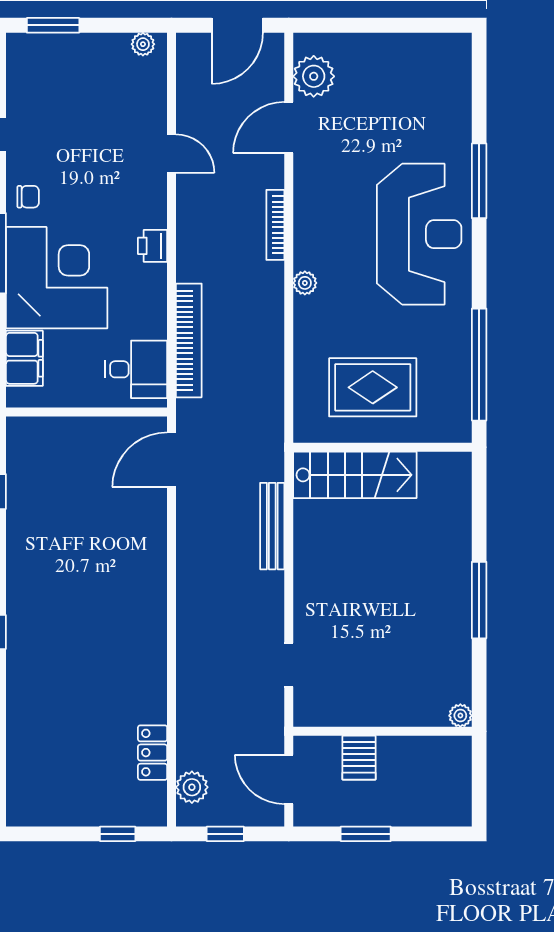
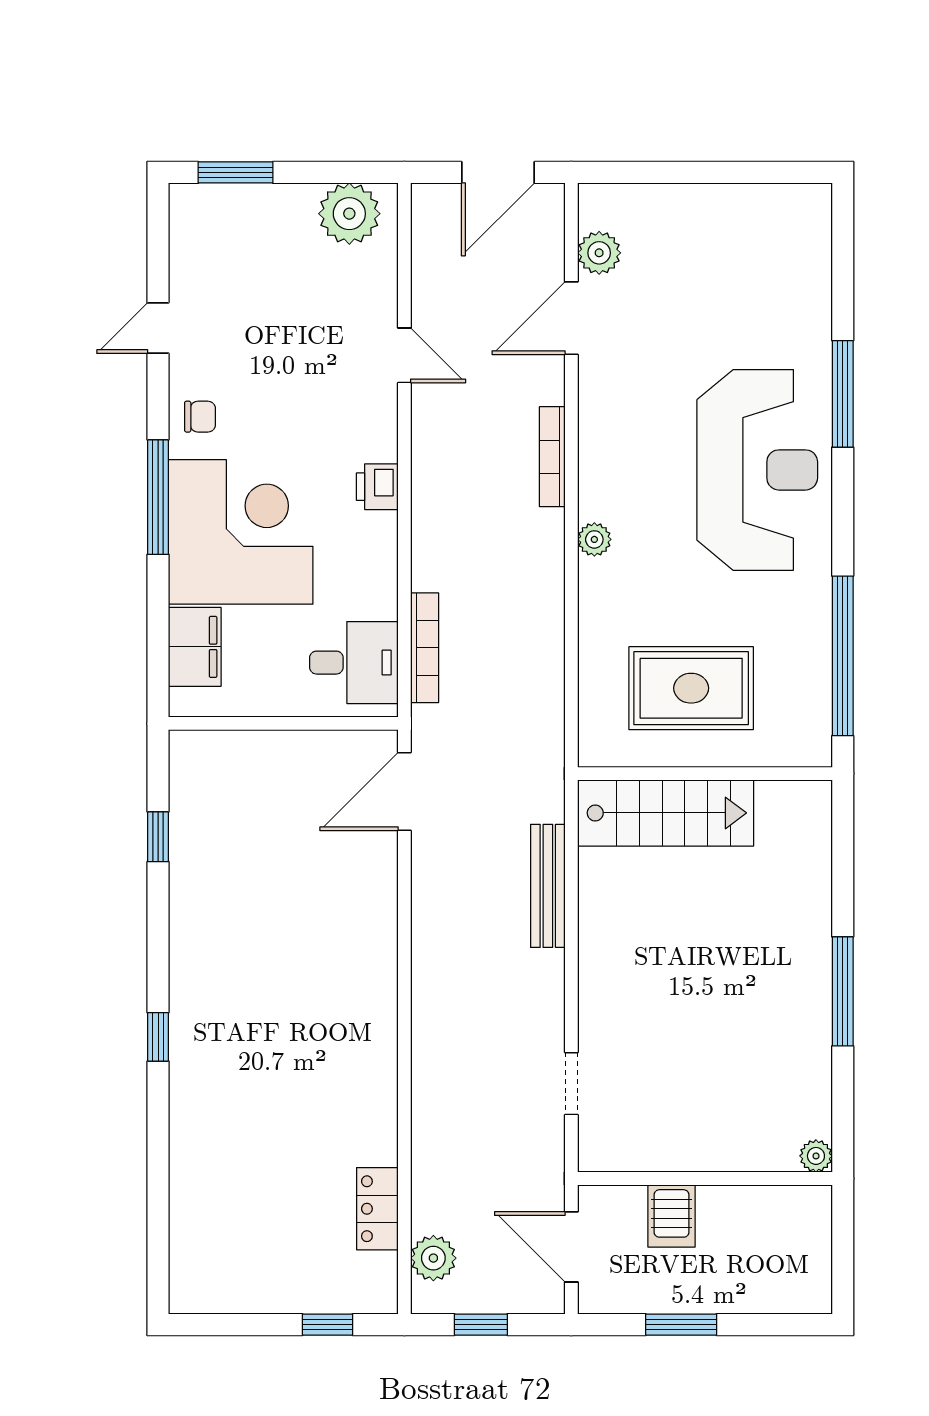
plant: (143, 44) -> (349, 214), width x1.87, depth x1.87
plant: (314, 76) -> (599, 253), width x0.73, depth x0.73
bookcase: (189, 340) -> (425, 648), width x0.68, depth x0.76

